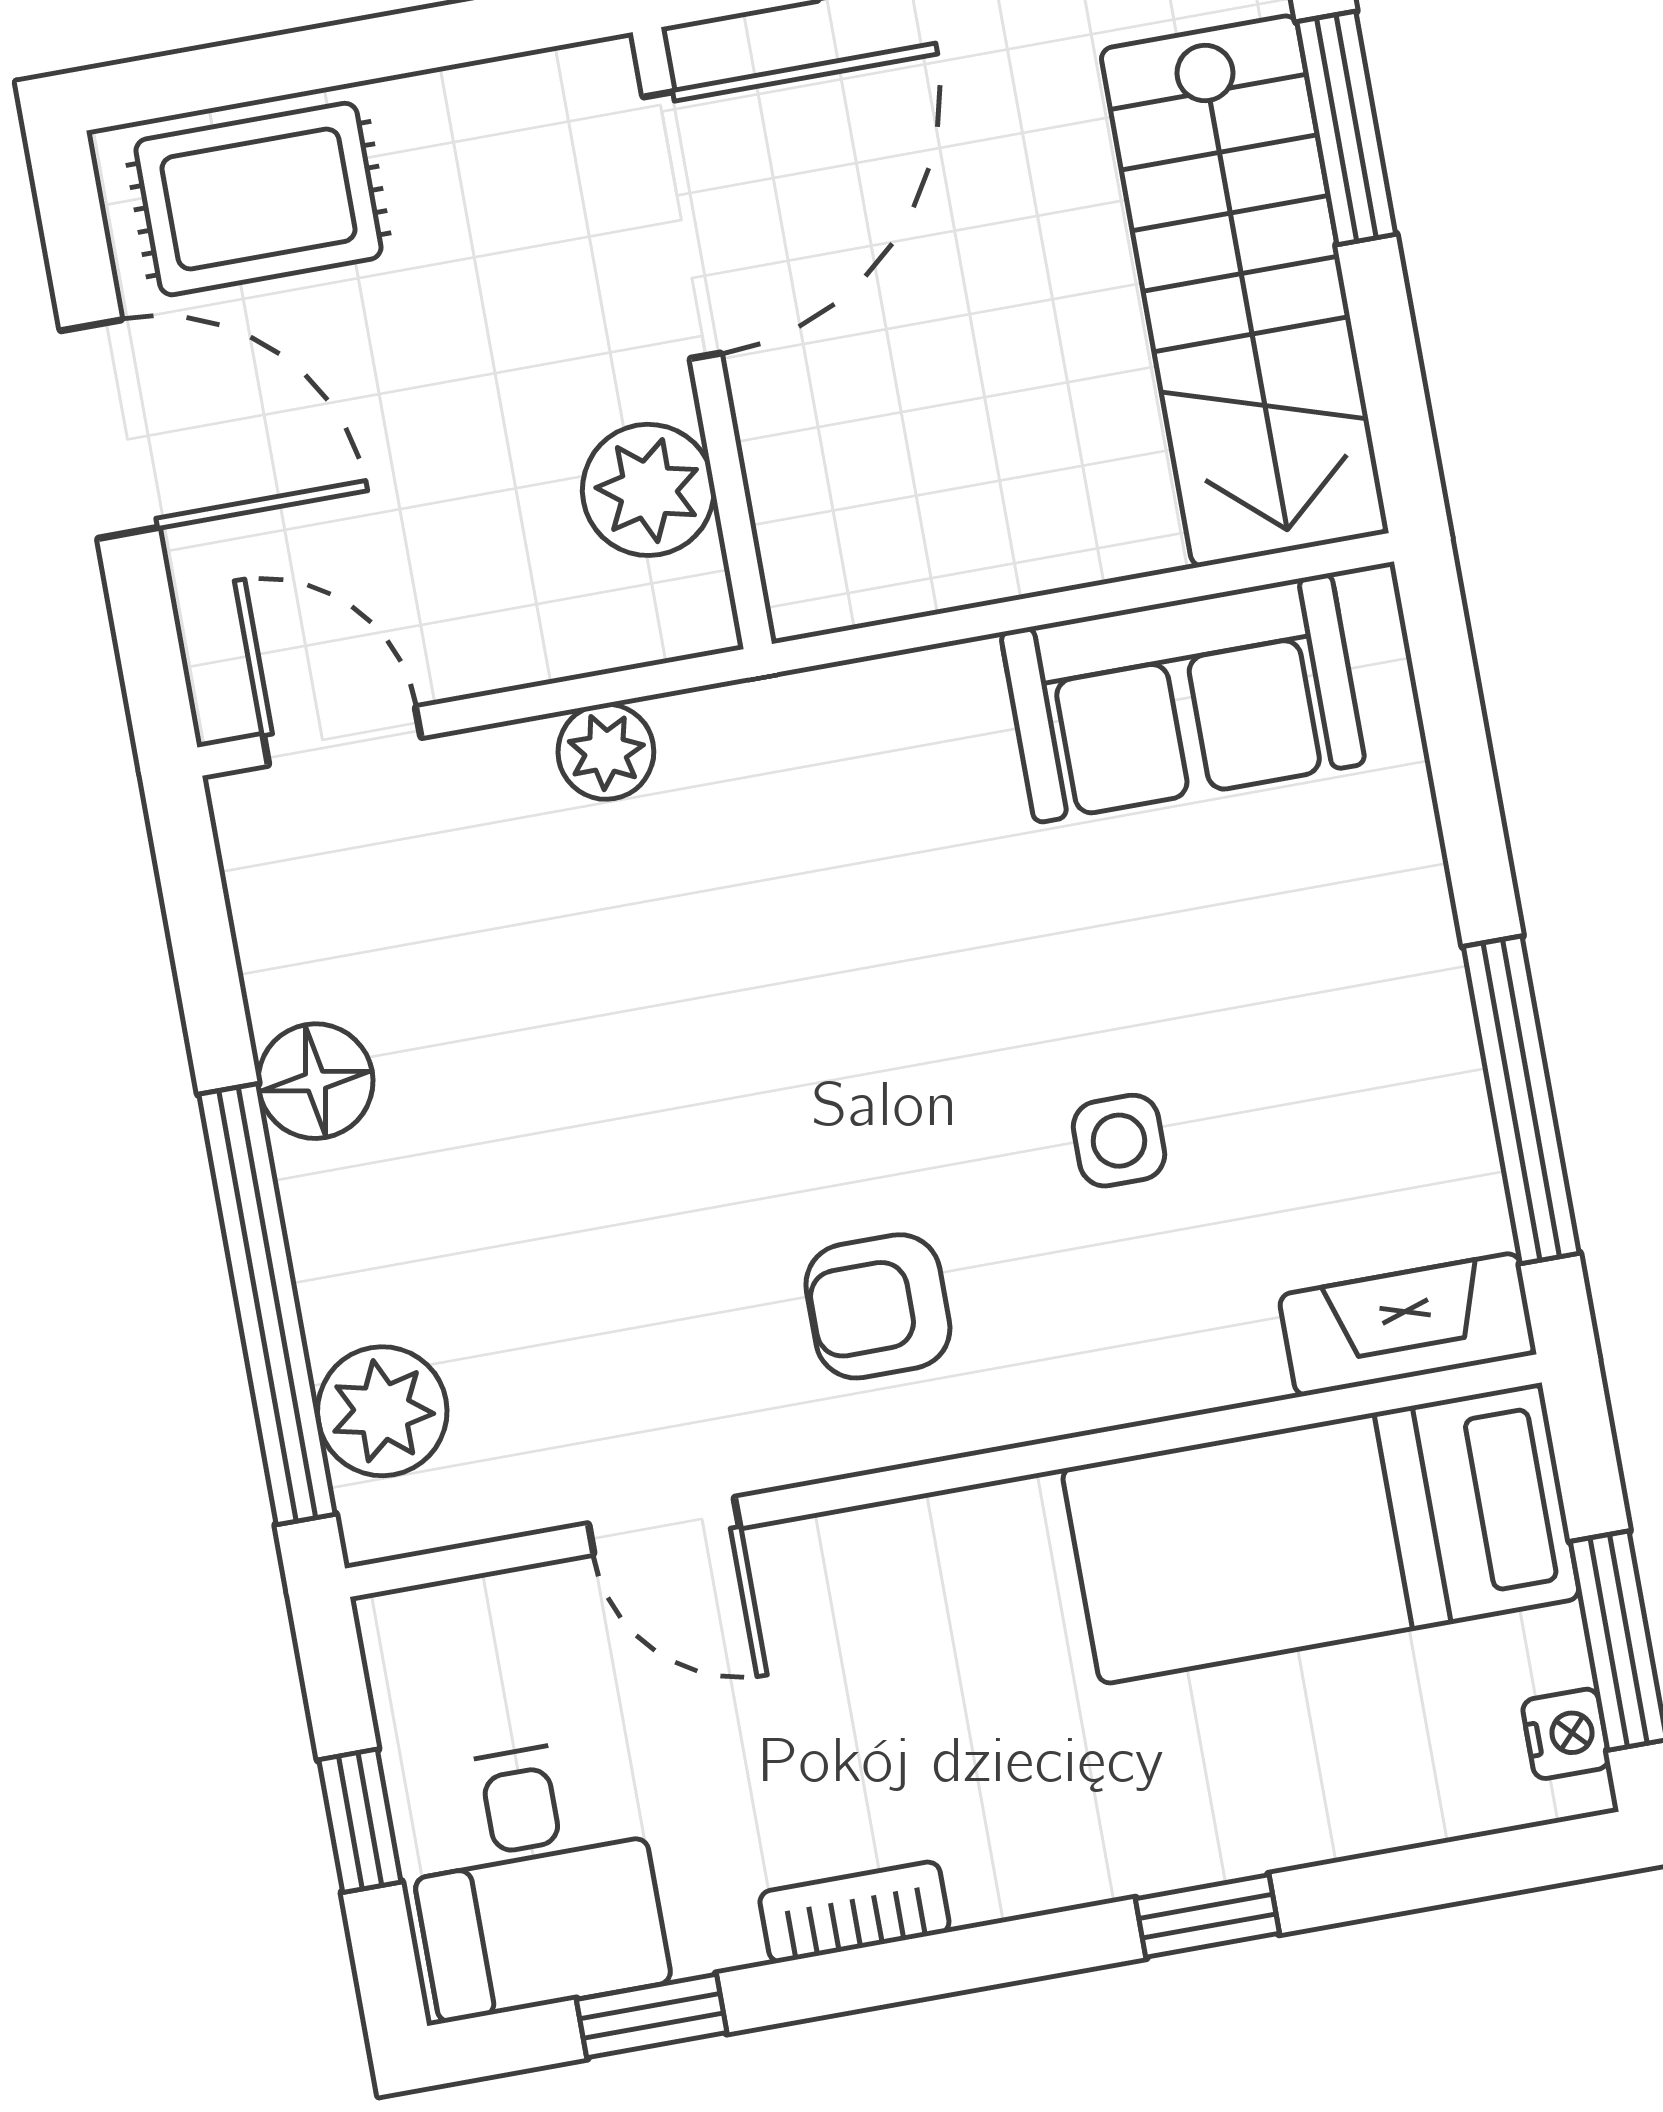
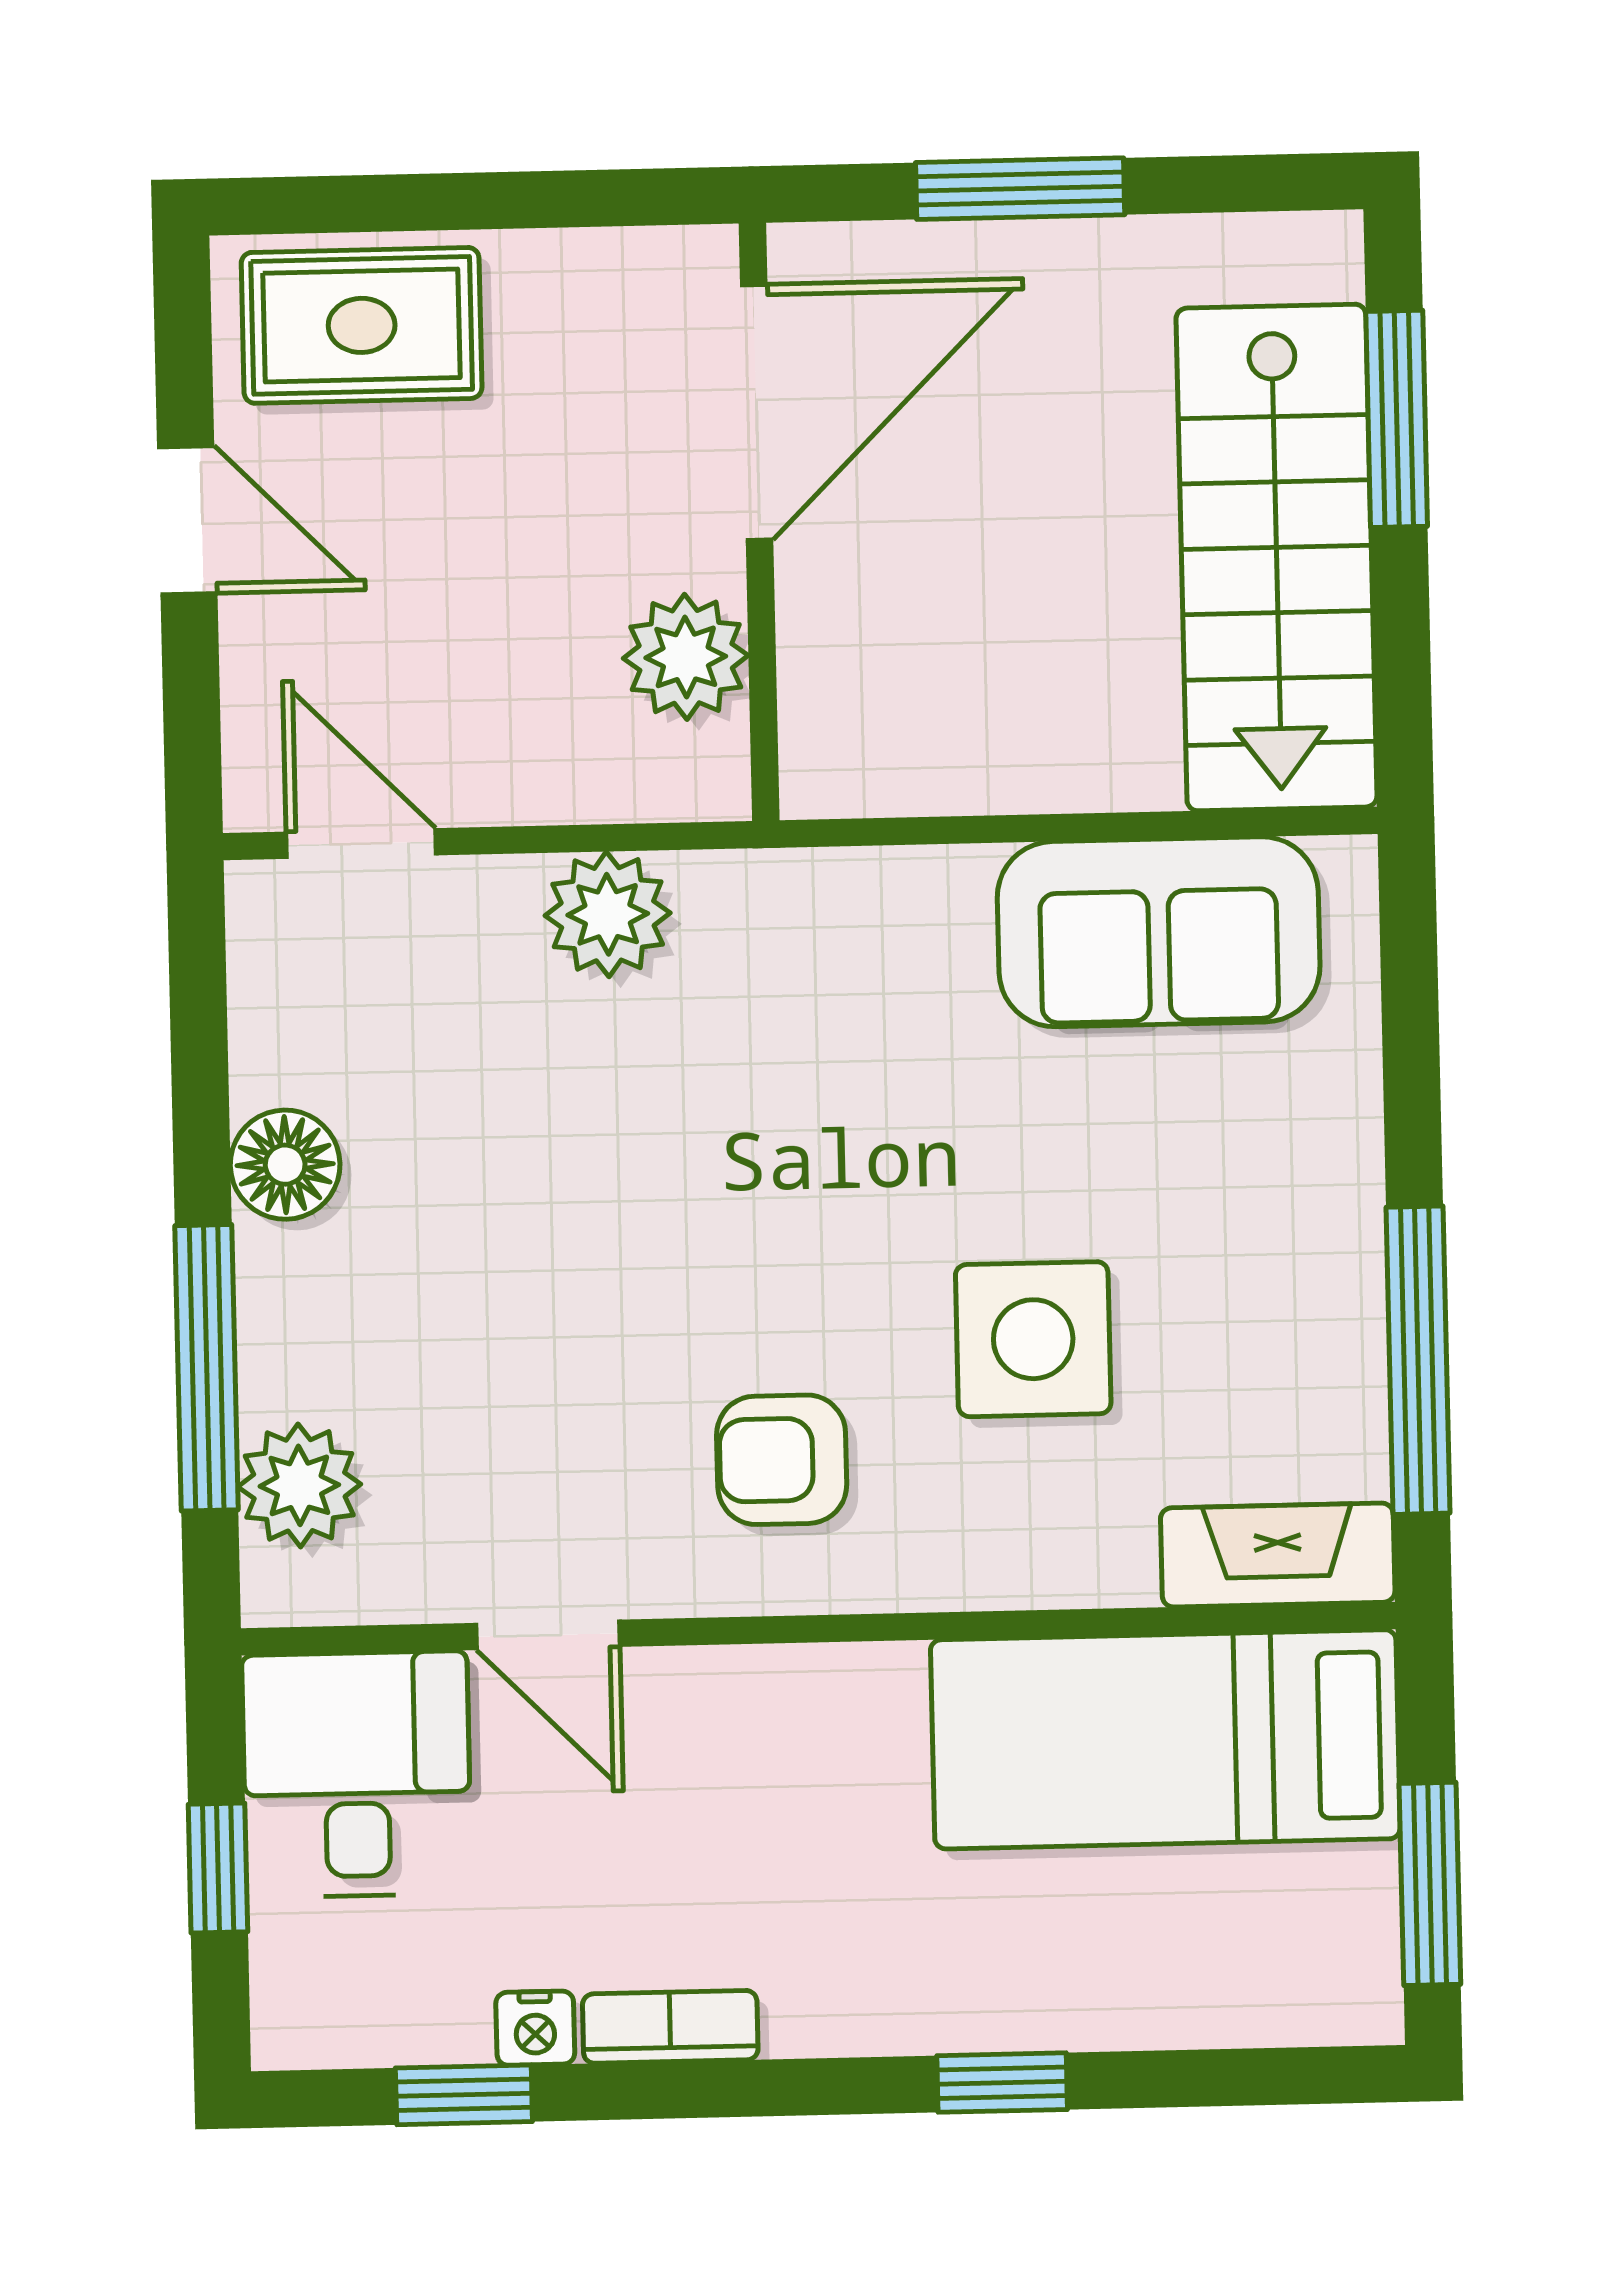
door: (110, 429) -> (187, 520), width x0.73
plant: (606, 752) -> (608, 914), width x1.38, depth x1.38
side table: (1119, 1141) -> (1033, 1339), width x1.87, depth x1.87
window: (267, 1304) -> (207, 1368), width x0.68
nightstand: (1566, 1734) -> (535, 2028), moved, turned 90
desk: (534, 1878) -> (357, 1774), moved, turned 180

